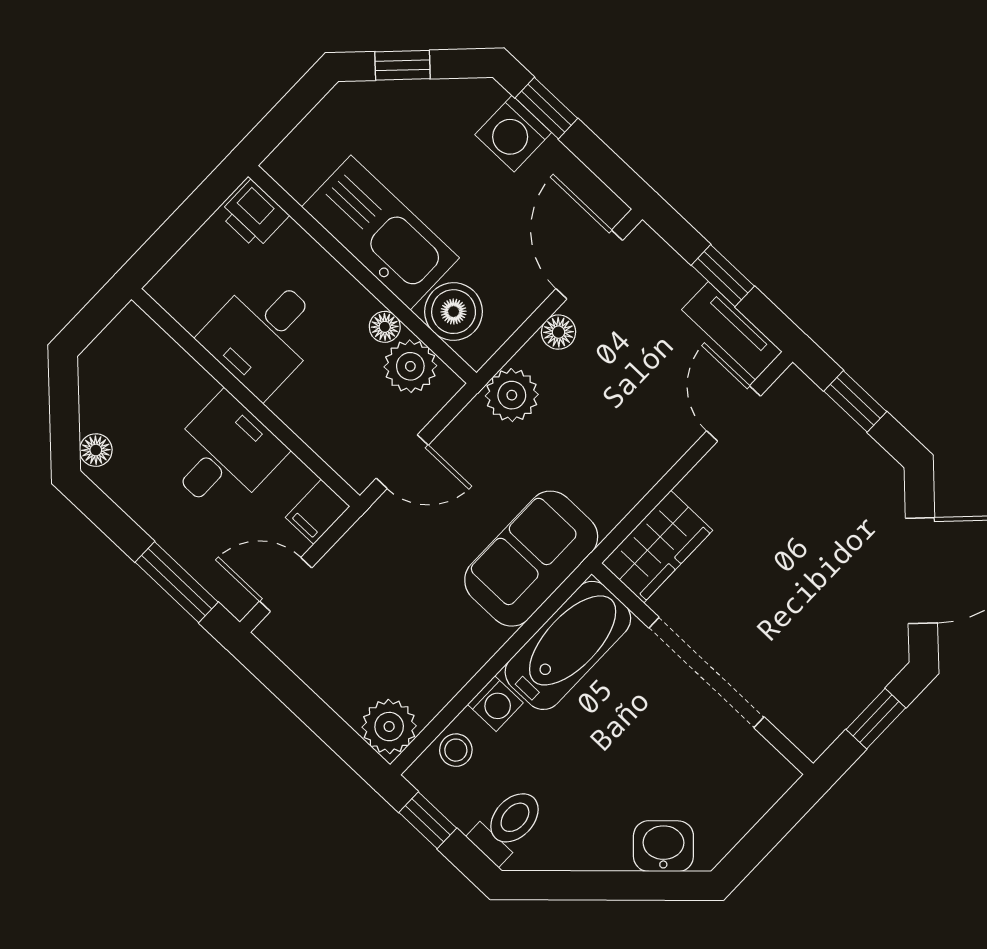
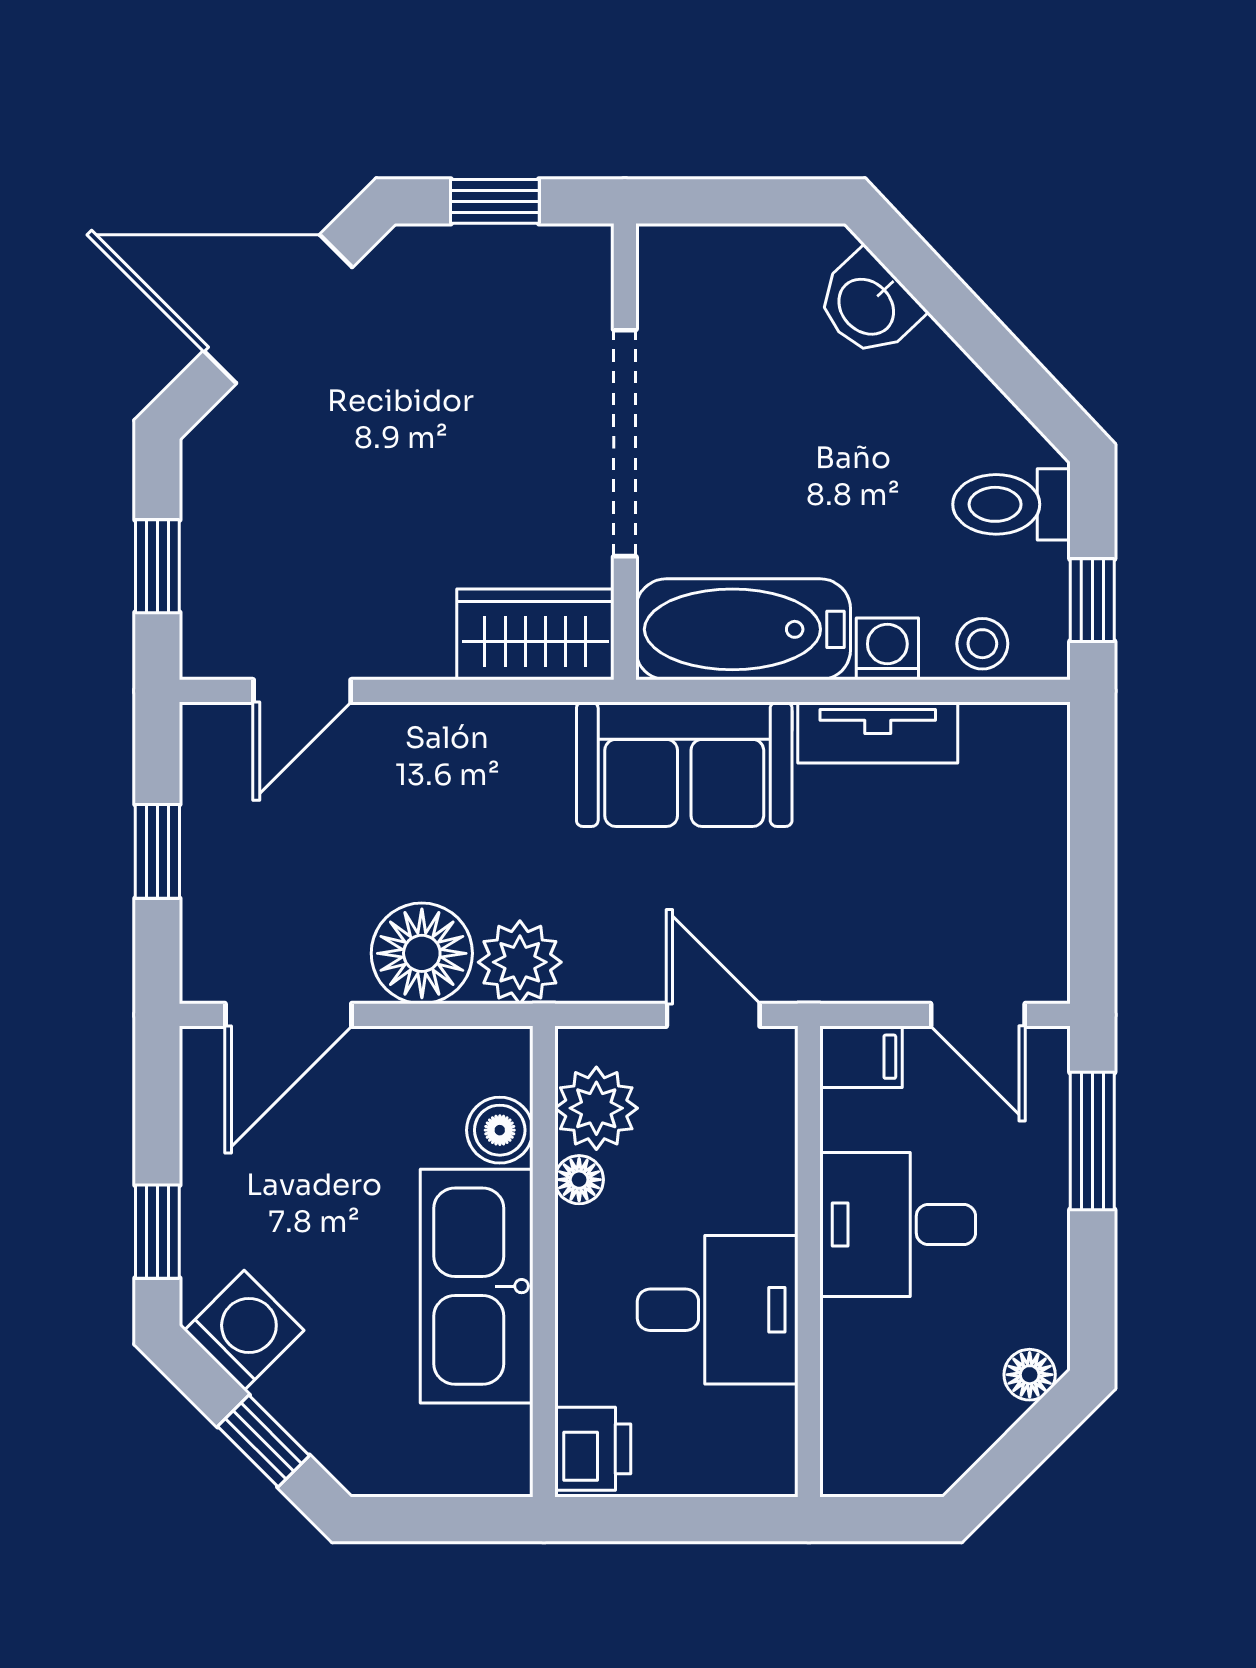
washing machine: (513, 134) -> (244, 1330), moved, turned -45
boiler: (454, 312) -> (500, 1130), width x0.73, depth x0.73
tv unit: (732, 331) -> (878, 733), moved, turned 90
floor lamp: (558, 332) -> (422, 953), width x1.89, depth x1.89
plant: (389, 727) -> (1027, 745), removed

